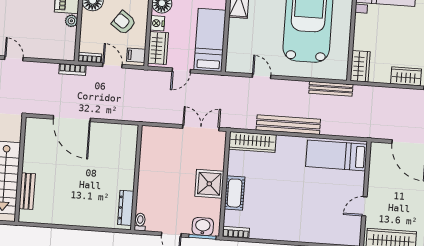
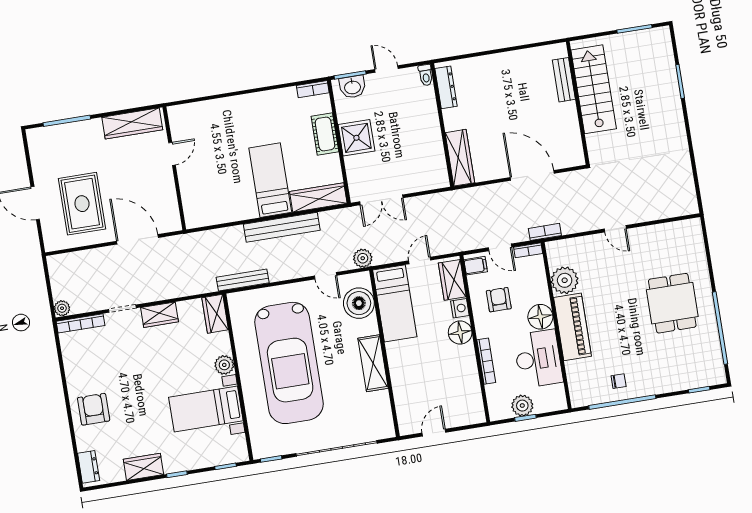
plant: (71, 21) -> (565, 280), width x1.87, depth x1.87
plant: (362, 22) -> (224, 365), added
armchair: (124, 23) -> (499, 300), turned -126
boiler: (240, 47) -> (359, 303), added
plant: (228, 83) -> (363, 258), added
wardrobe: (128, 147) -> (460, 158), added
bed: (337, 155) -> (270, 180), moved, turned -90

